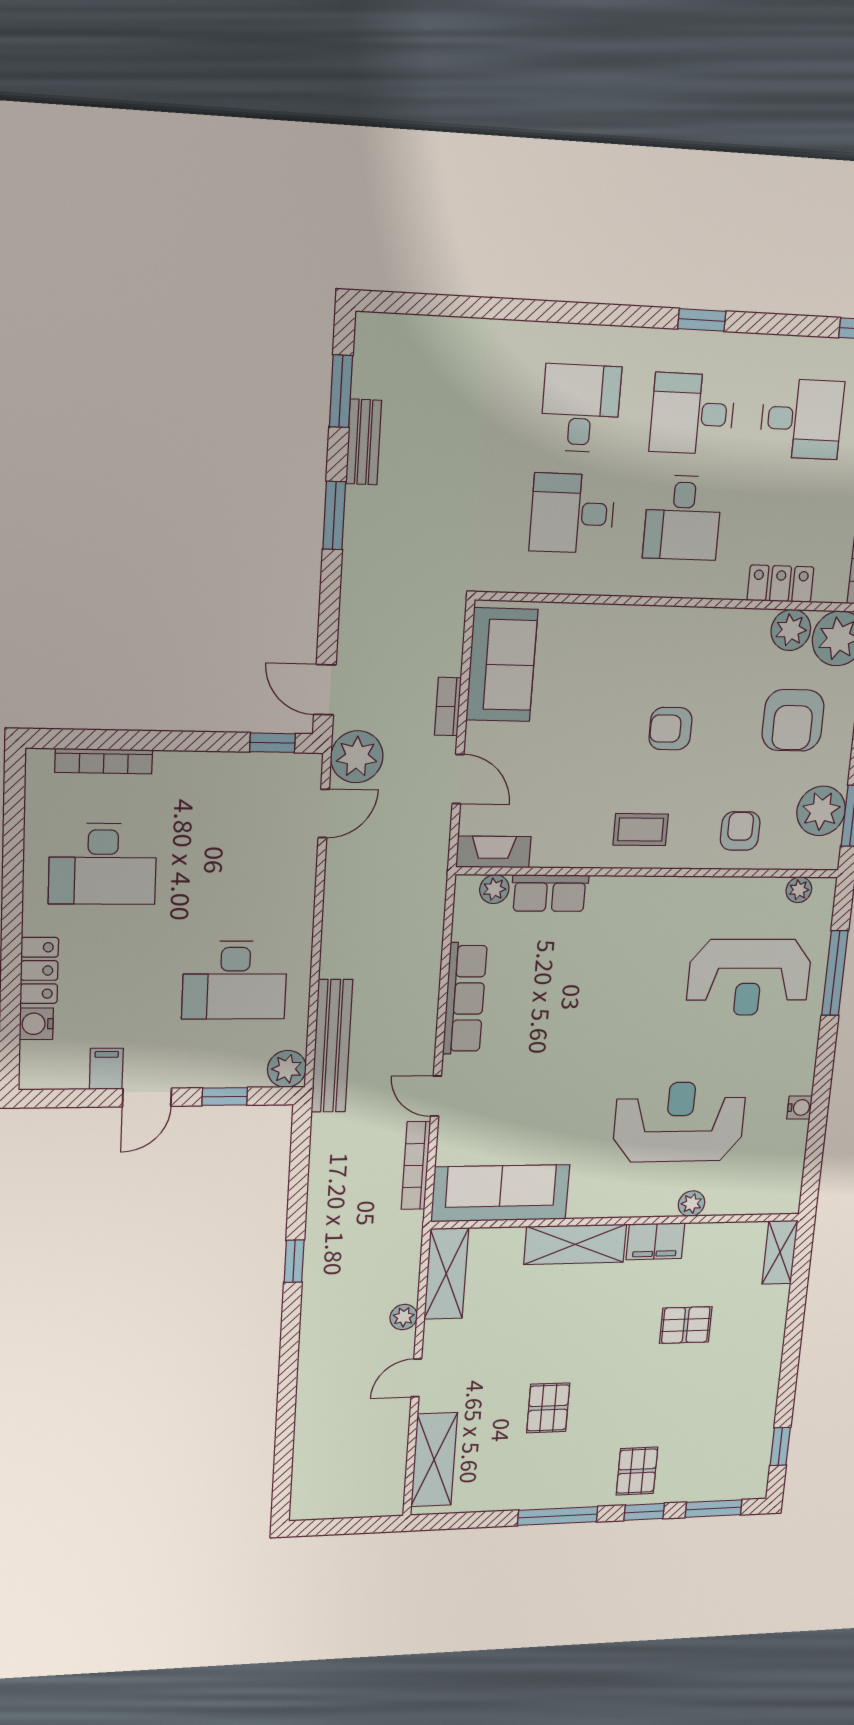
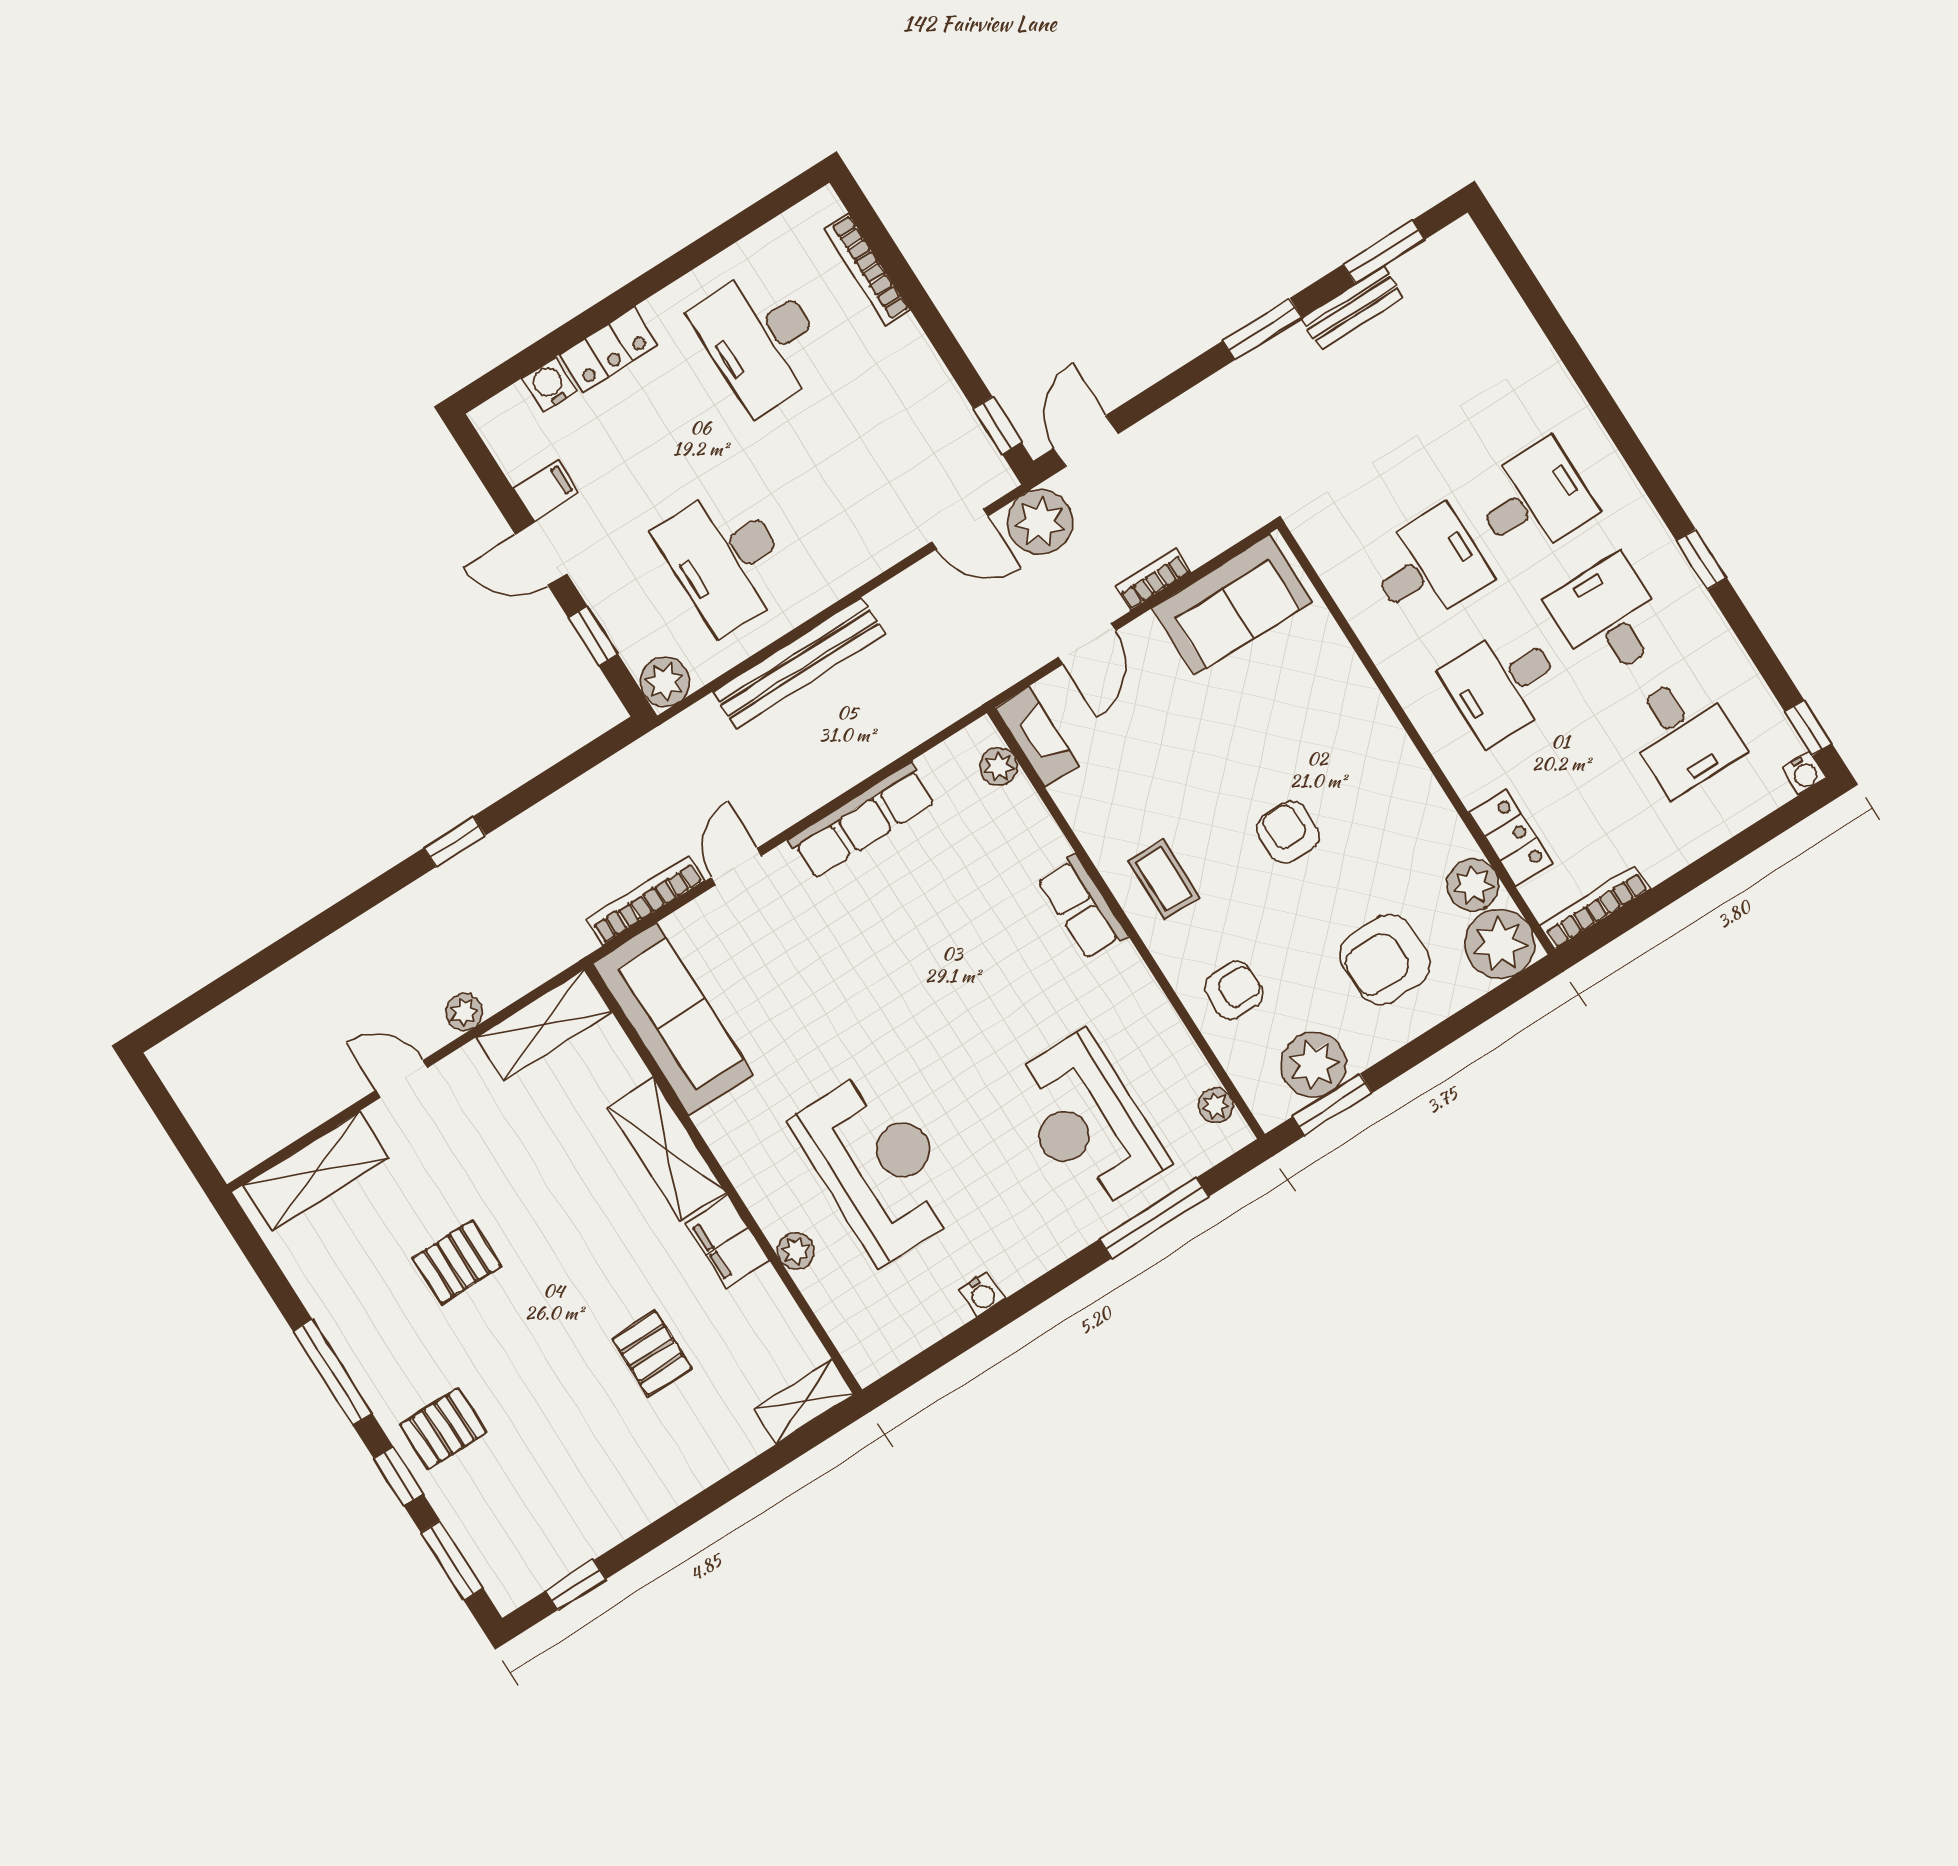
desk: (572, 513) -> (1429, 567), turned 90
row of seats: (550, 893) -> (1082, 907), moved
bench: (332, 1046) -> (799, 663), moved

